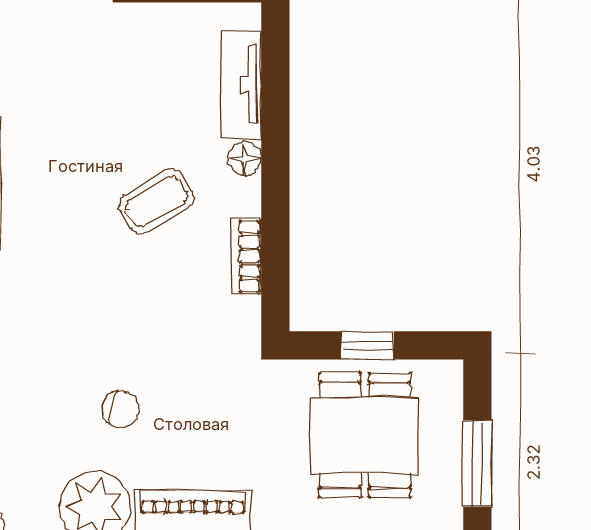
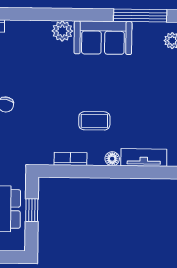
coffee table: (156, 201) -> (94, 121), turned -59

